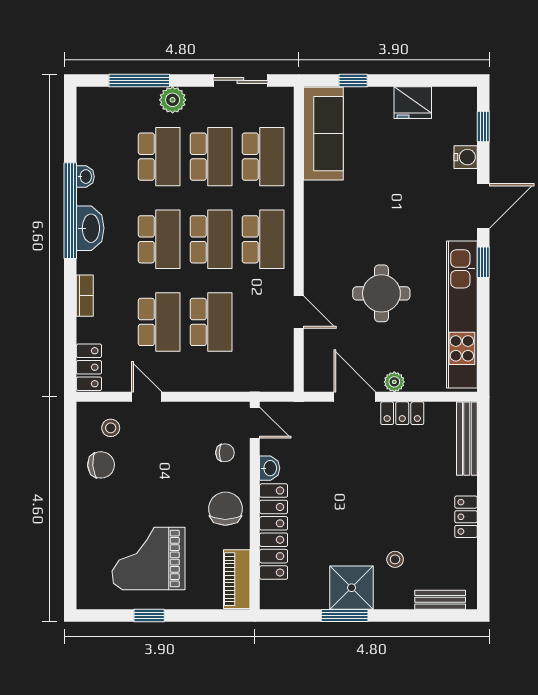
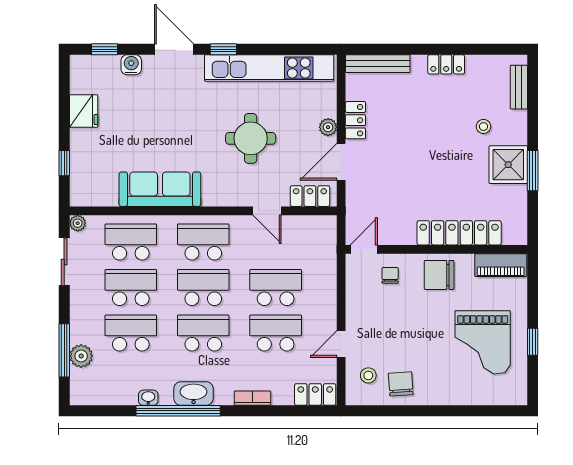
plant: (285, 96) -> (78, 223), added
plant: (173, 100) -> (81, 356), moved
sofa: (323, 134) -> (160, 189), moved
door: (299, 312) -> (267, 211), swing flipped
locker: (316, 361) -> (310, 196), added
washbasin: (270, 468) -> (404, 236), removed

